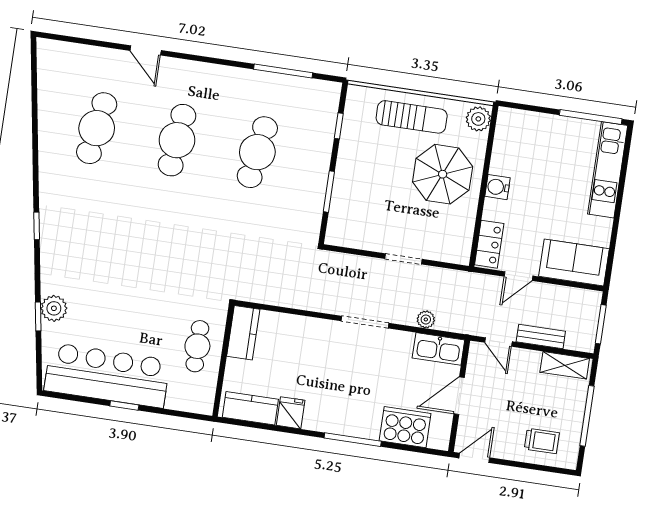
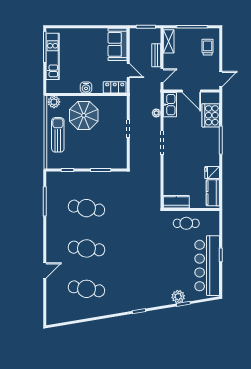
kitchen unit: (608, 170) -> (53, 56), moved, turned -90
door: (474, 458) -> (221, 79), swing flipped

